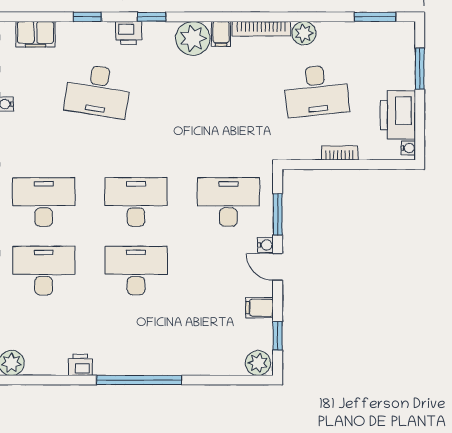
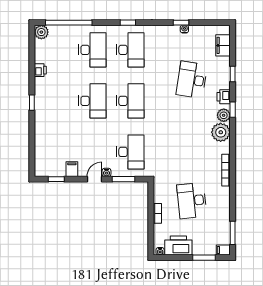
plant: (304, 33) -> (224, 115), moved
filing cabinet: (221, 34) -> (223, 250), moved
plant: (258, 363) -> (41, 168), removed
window: (139, 380) -> (32, 103), width x0.32

